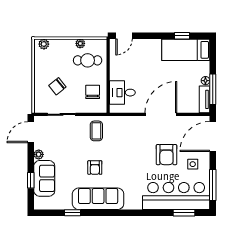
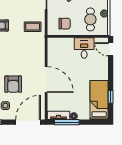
desk: (122, 93) -> (84, 48), moved
door: (213, 137) -> (28, 122), hinge flipped
armchair: (166, 155) -> (13, 84), turned -90

